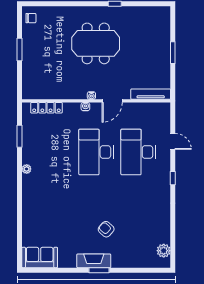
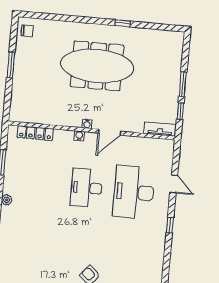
meeting table: (96, 43) -> (97, 66), width x1.36
window: (173, 77) -> (180, 111), added
tv unit: (151, 94) -> (160, 129), width x0.71
desk: (96, 152) -> (86, 188), width x0.73, depth x0.77

